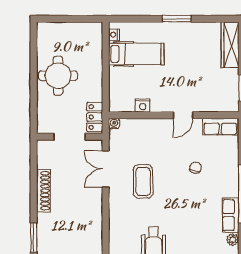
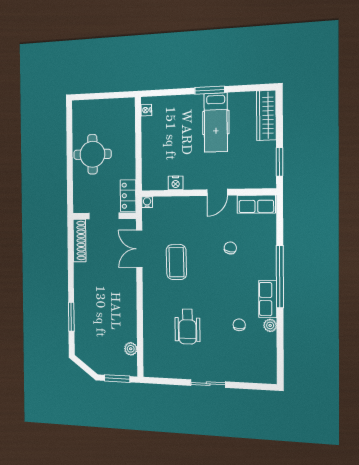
hospital bed: (136, 54) -> (216, 123), moved, turned 90
shoe rack: (43, 191) -> (79, 241), moved
chair: (204, 240) -> (239, 325), added

